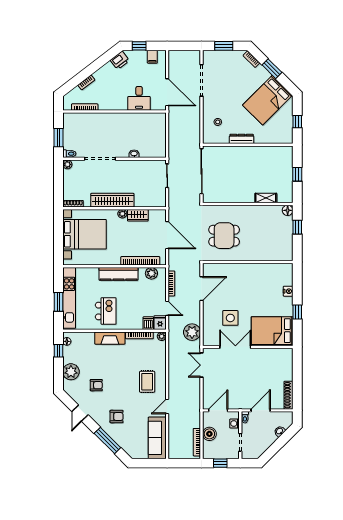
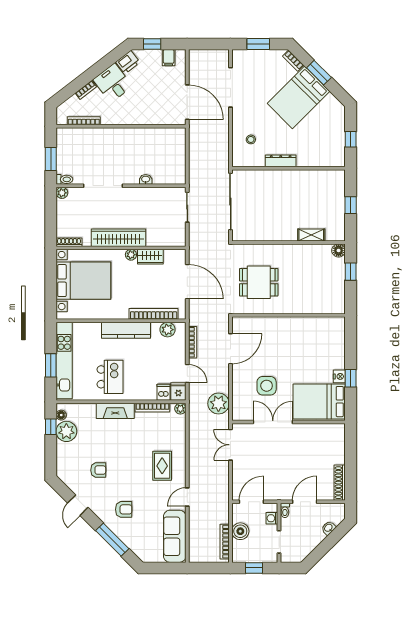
desk: (139, 98) -> (113, 83), moved, turned 142
bed: (267, 100) -> (298, 97), moved
nightstand: (288, 291) -> (339, 376), moved
plant: (71, 372) -> (66, 431), moved

